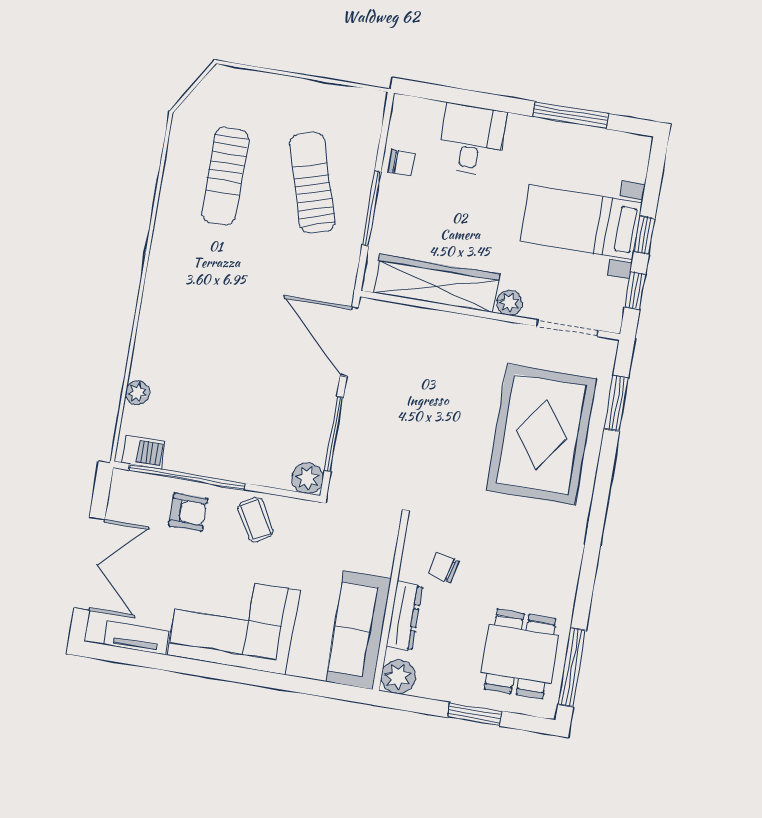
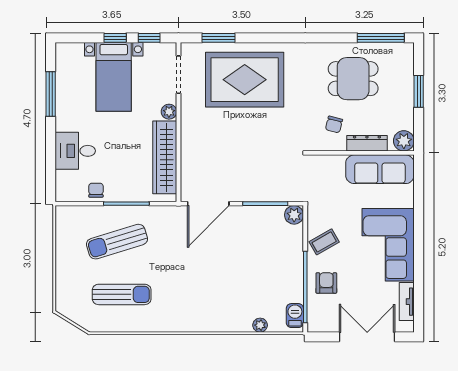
dining table: (520, 654) -> (353, 79), moved

